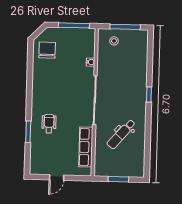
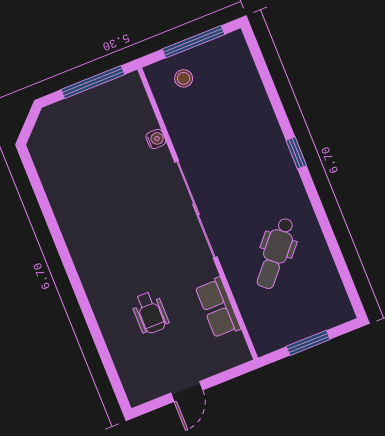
chair: (47, 50) -> (62, 152), removed
wheelchair: (49, 124) -> (150, 313), moved, turned 180
window: (28, 132) -> (93, 326), removed
row of seats: (86, 147) -> (218, 308), width x0.68

